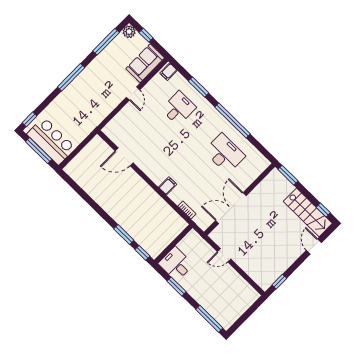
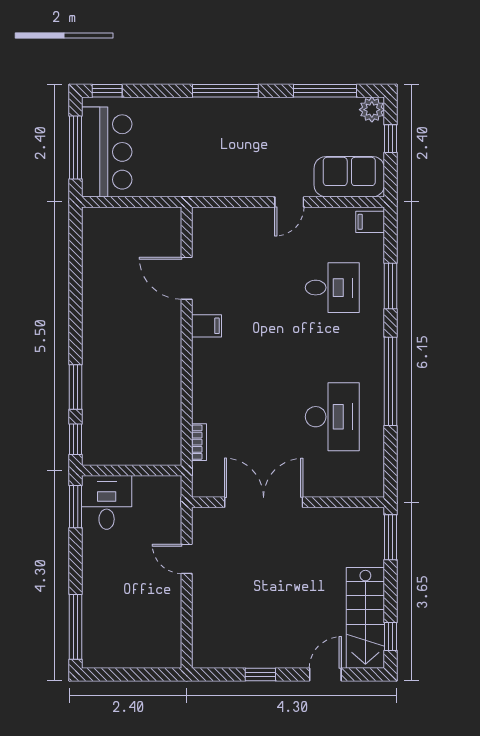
filing cabinet: (168, 186) -> (206, 326), moved
window: (279, 282) -> (260, 675), moved
window: (177, 286) -> (75, 507), moved

